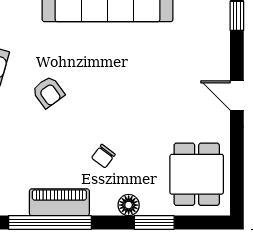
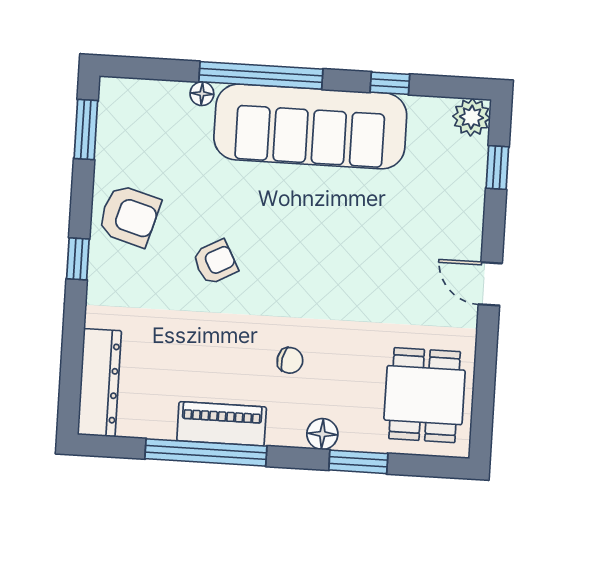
armchair: (48, 92) -> (215, 262), turned -82
chair: (103, 156) -> (290, 360), turned -116

